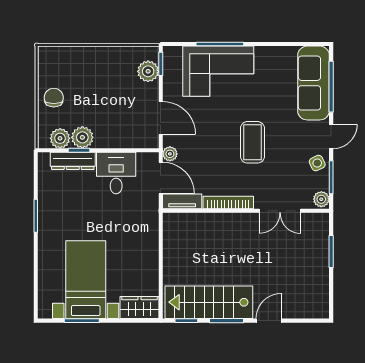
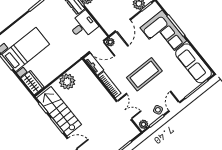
sofa: (313, 83) -> (193, 63), moved, turned -90
door: (331, 136) -> (174, 107), swing flipped
coffee table: (252, 142) -> (144, 74), width x1.36, depth x1.32
door: (161, 178) -> (97, 47), hinge flipped
double door: (280, 211) -> (124, 110), swing flipped
plant: (177, 258) -> (67, 82), added

